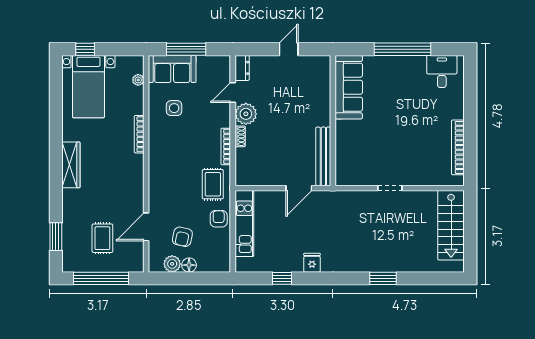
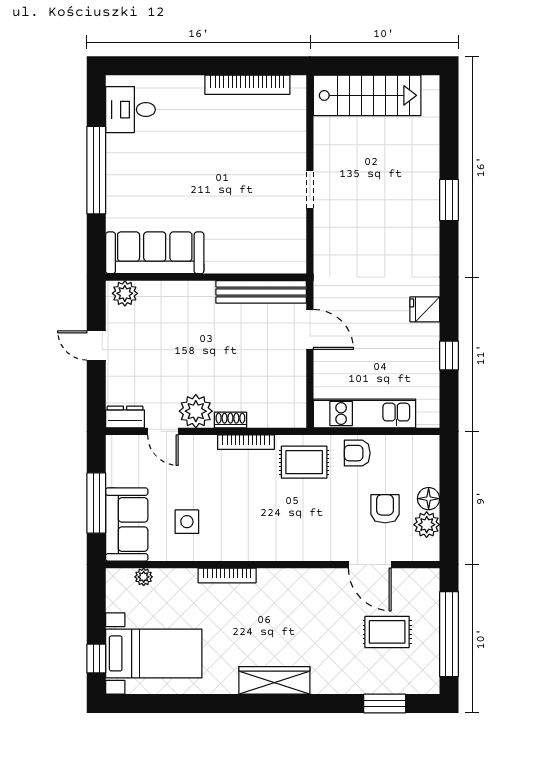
plant: (322, 68) -> (125, 293), added
armchair: (182, 237) -> (385, 509), turned -102

